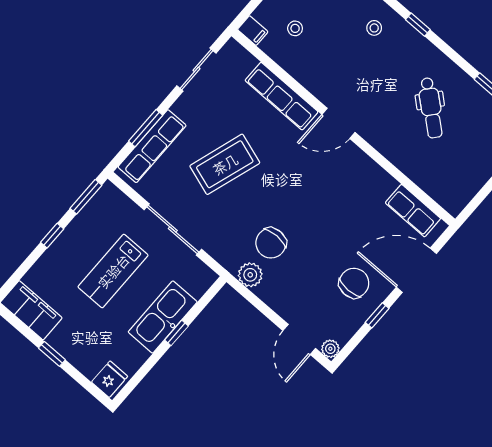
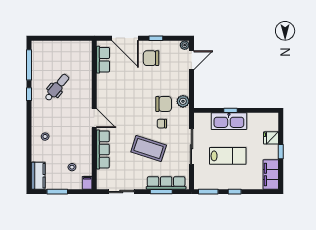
window: (418, 25) -> (29, 94), moved
chair: (244, 215) -> (162, 124), added
fridge: (110, 379) -> (271, 138), moved

